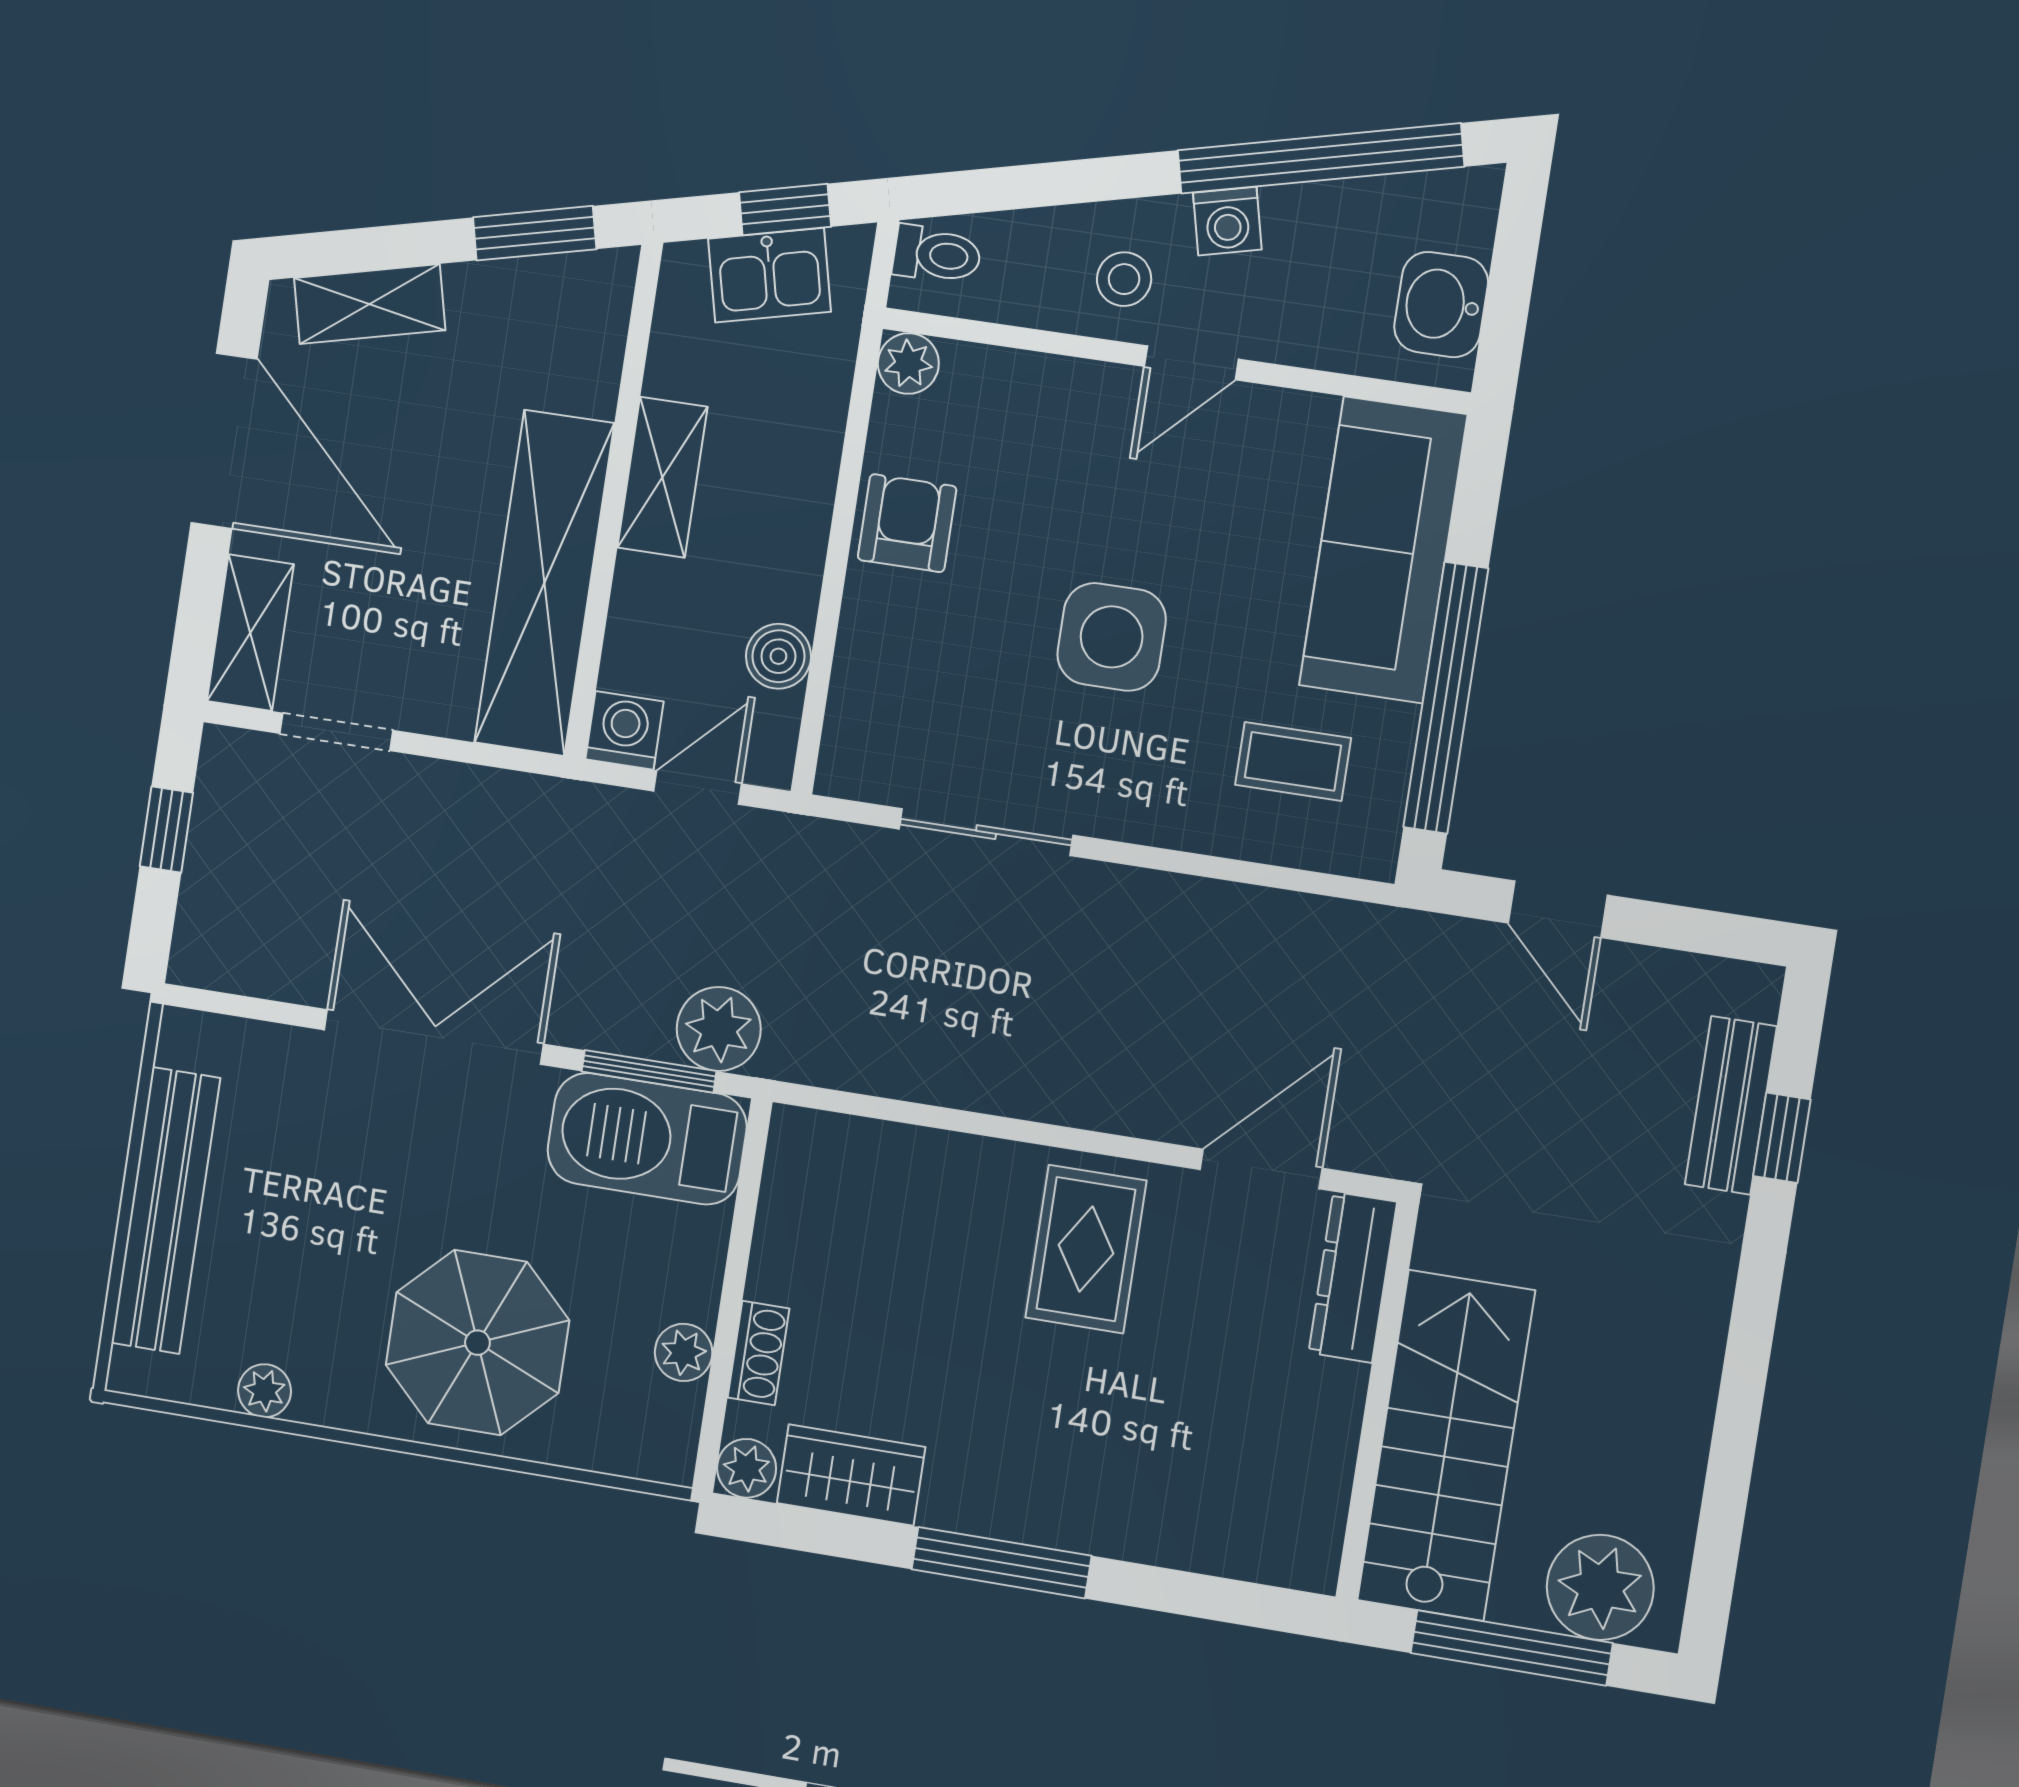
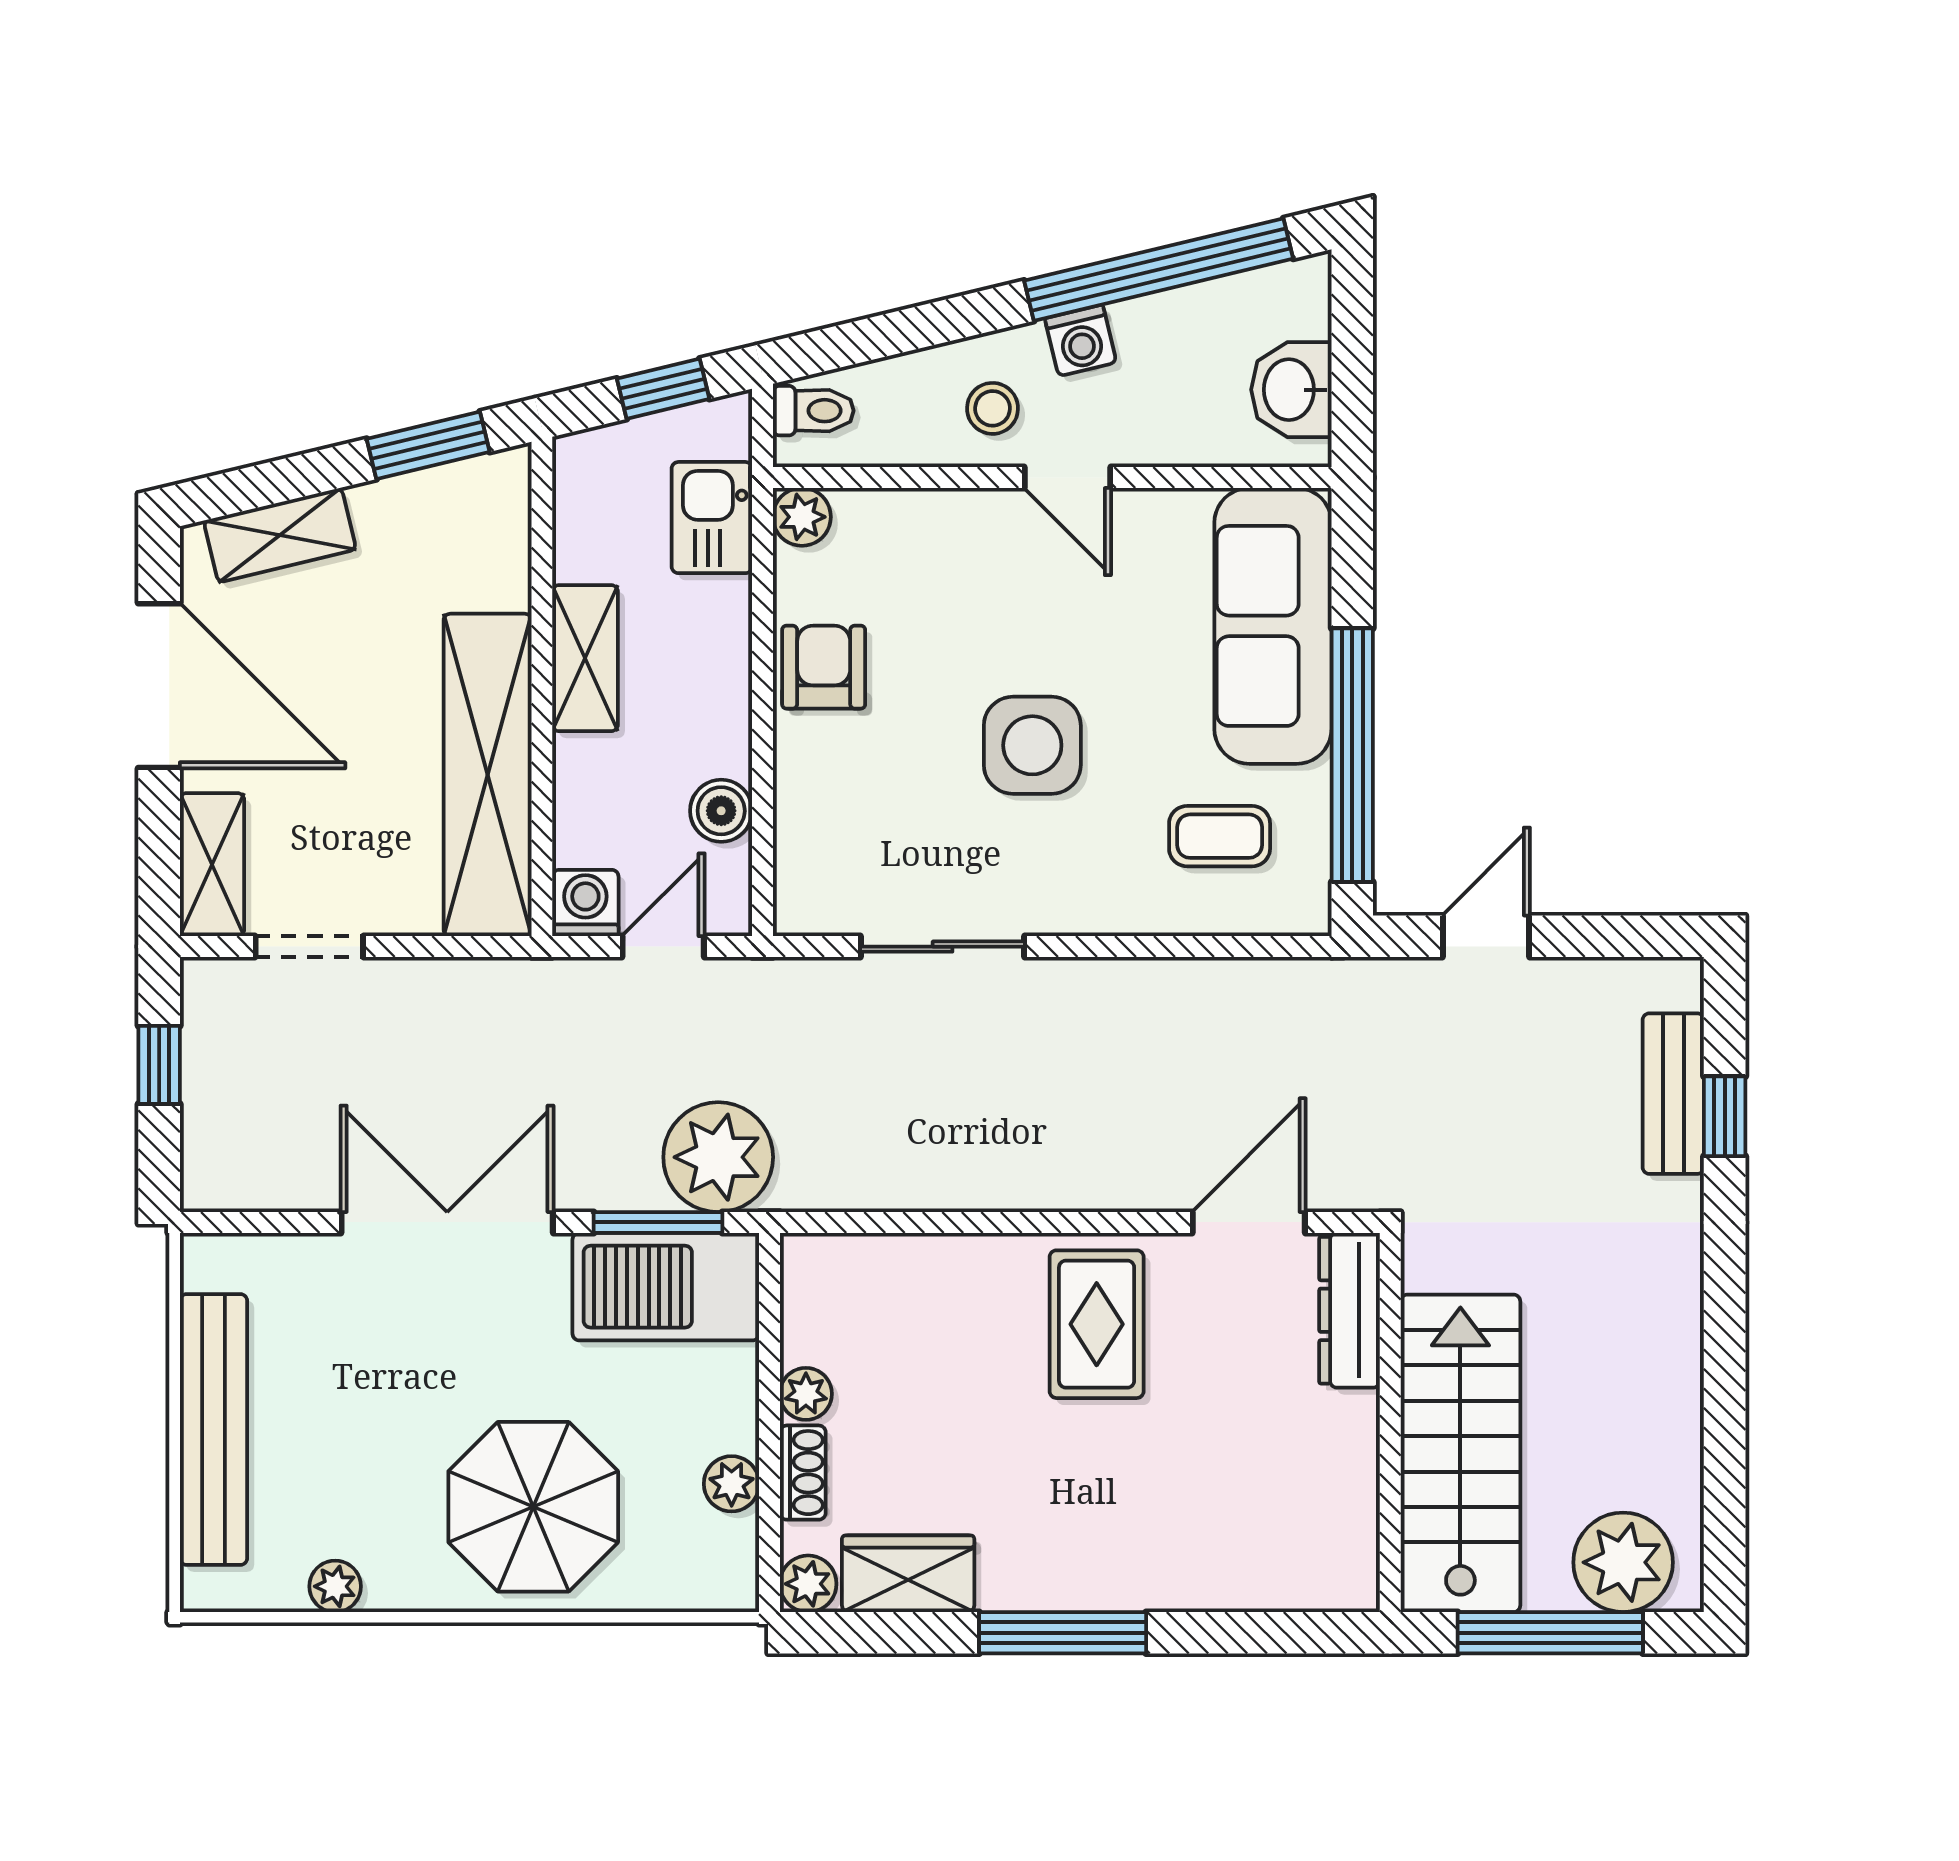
kitchen sink: (769, 275) -> (712, 518), moved, turned 104
door: (1191, 363) -> (1067, 478), hinge flipped
door: (1558, 909) -> (1486, 936), swing flipped
plant: (719, 1029) -> (718, 1157), width x1.36, depth x1.36
plant: (774, 1272) -> (806, 1394), added

